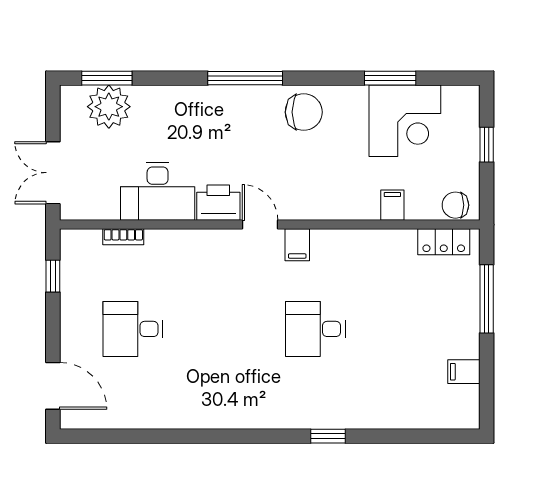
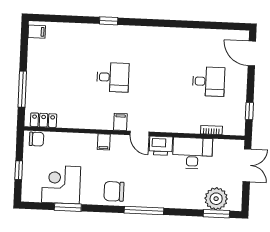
filing cabinet: (392, 205) -> (104, 142), moved
filing cabinet: (464, 372) -> (37, 32), moved

